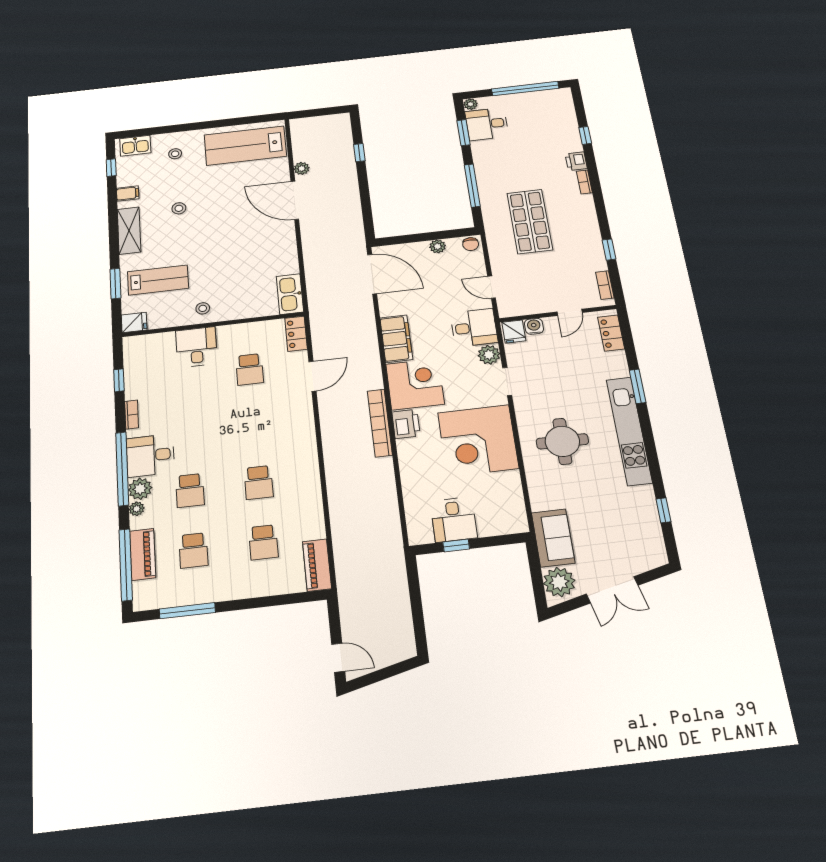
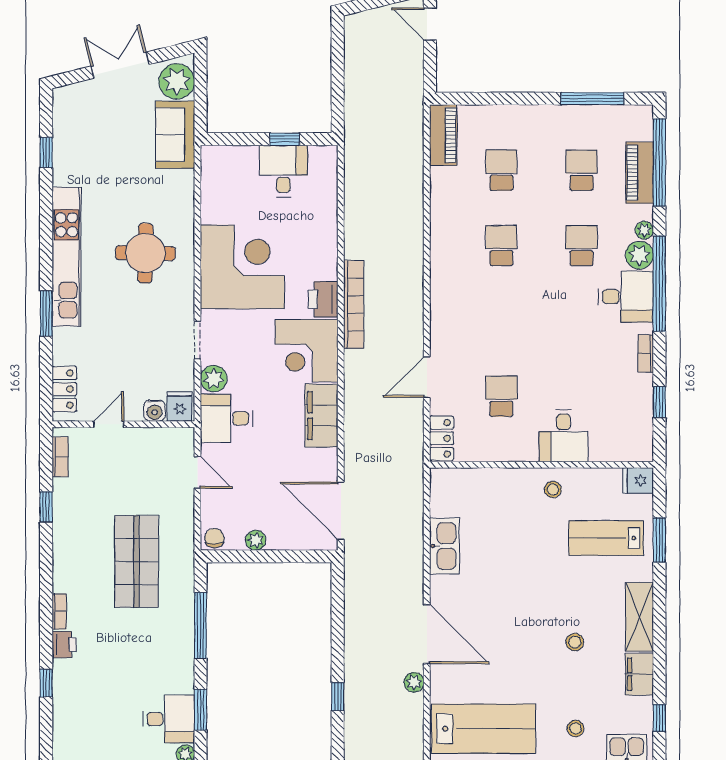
filing cabinet: (128, 193) -> (639, 674), width x2.00
kitchen sink: (290, 294) -> (444, 546), moved

